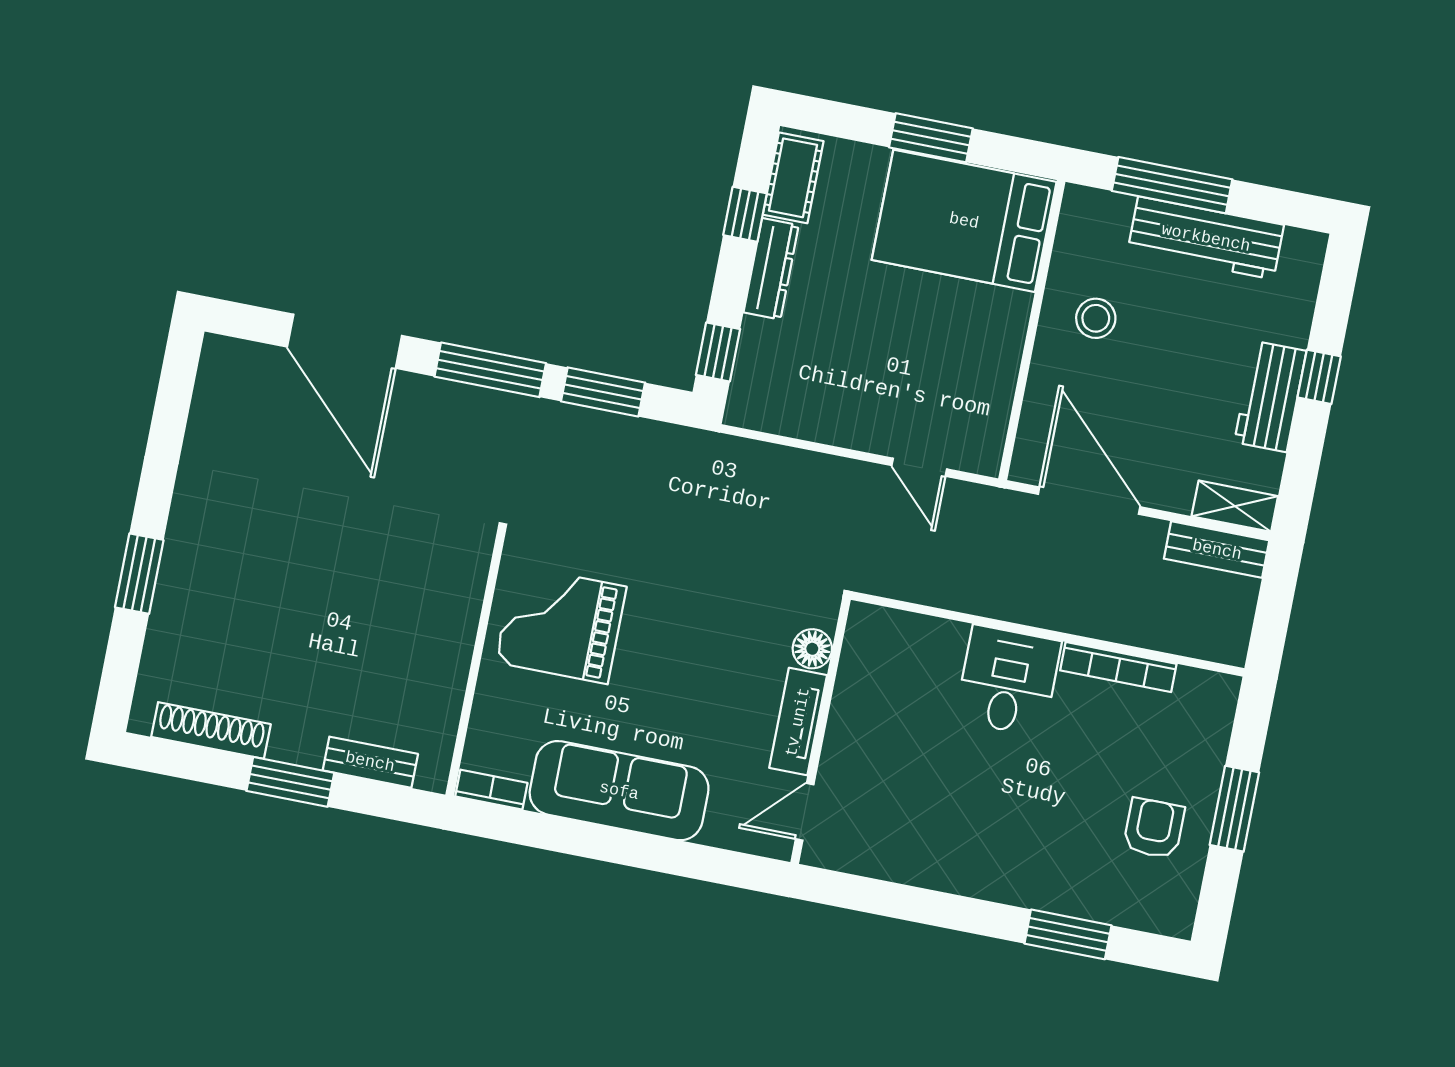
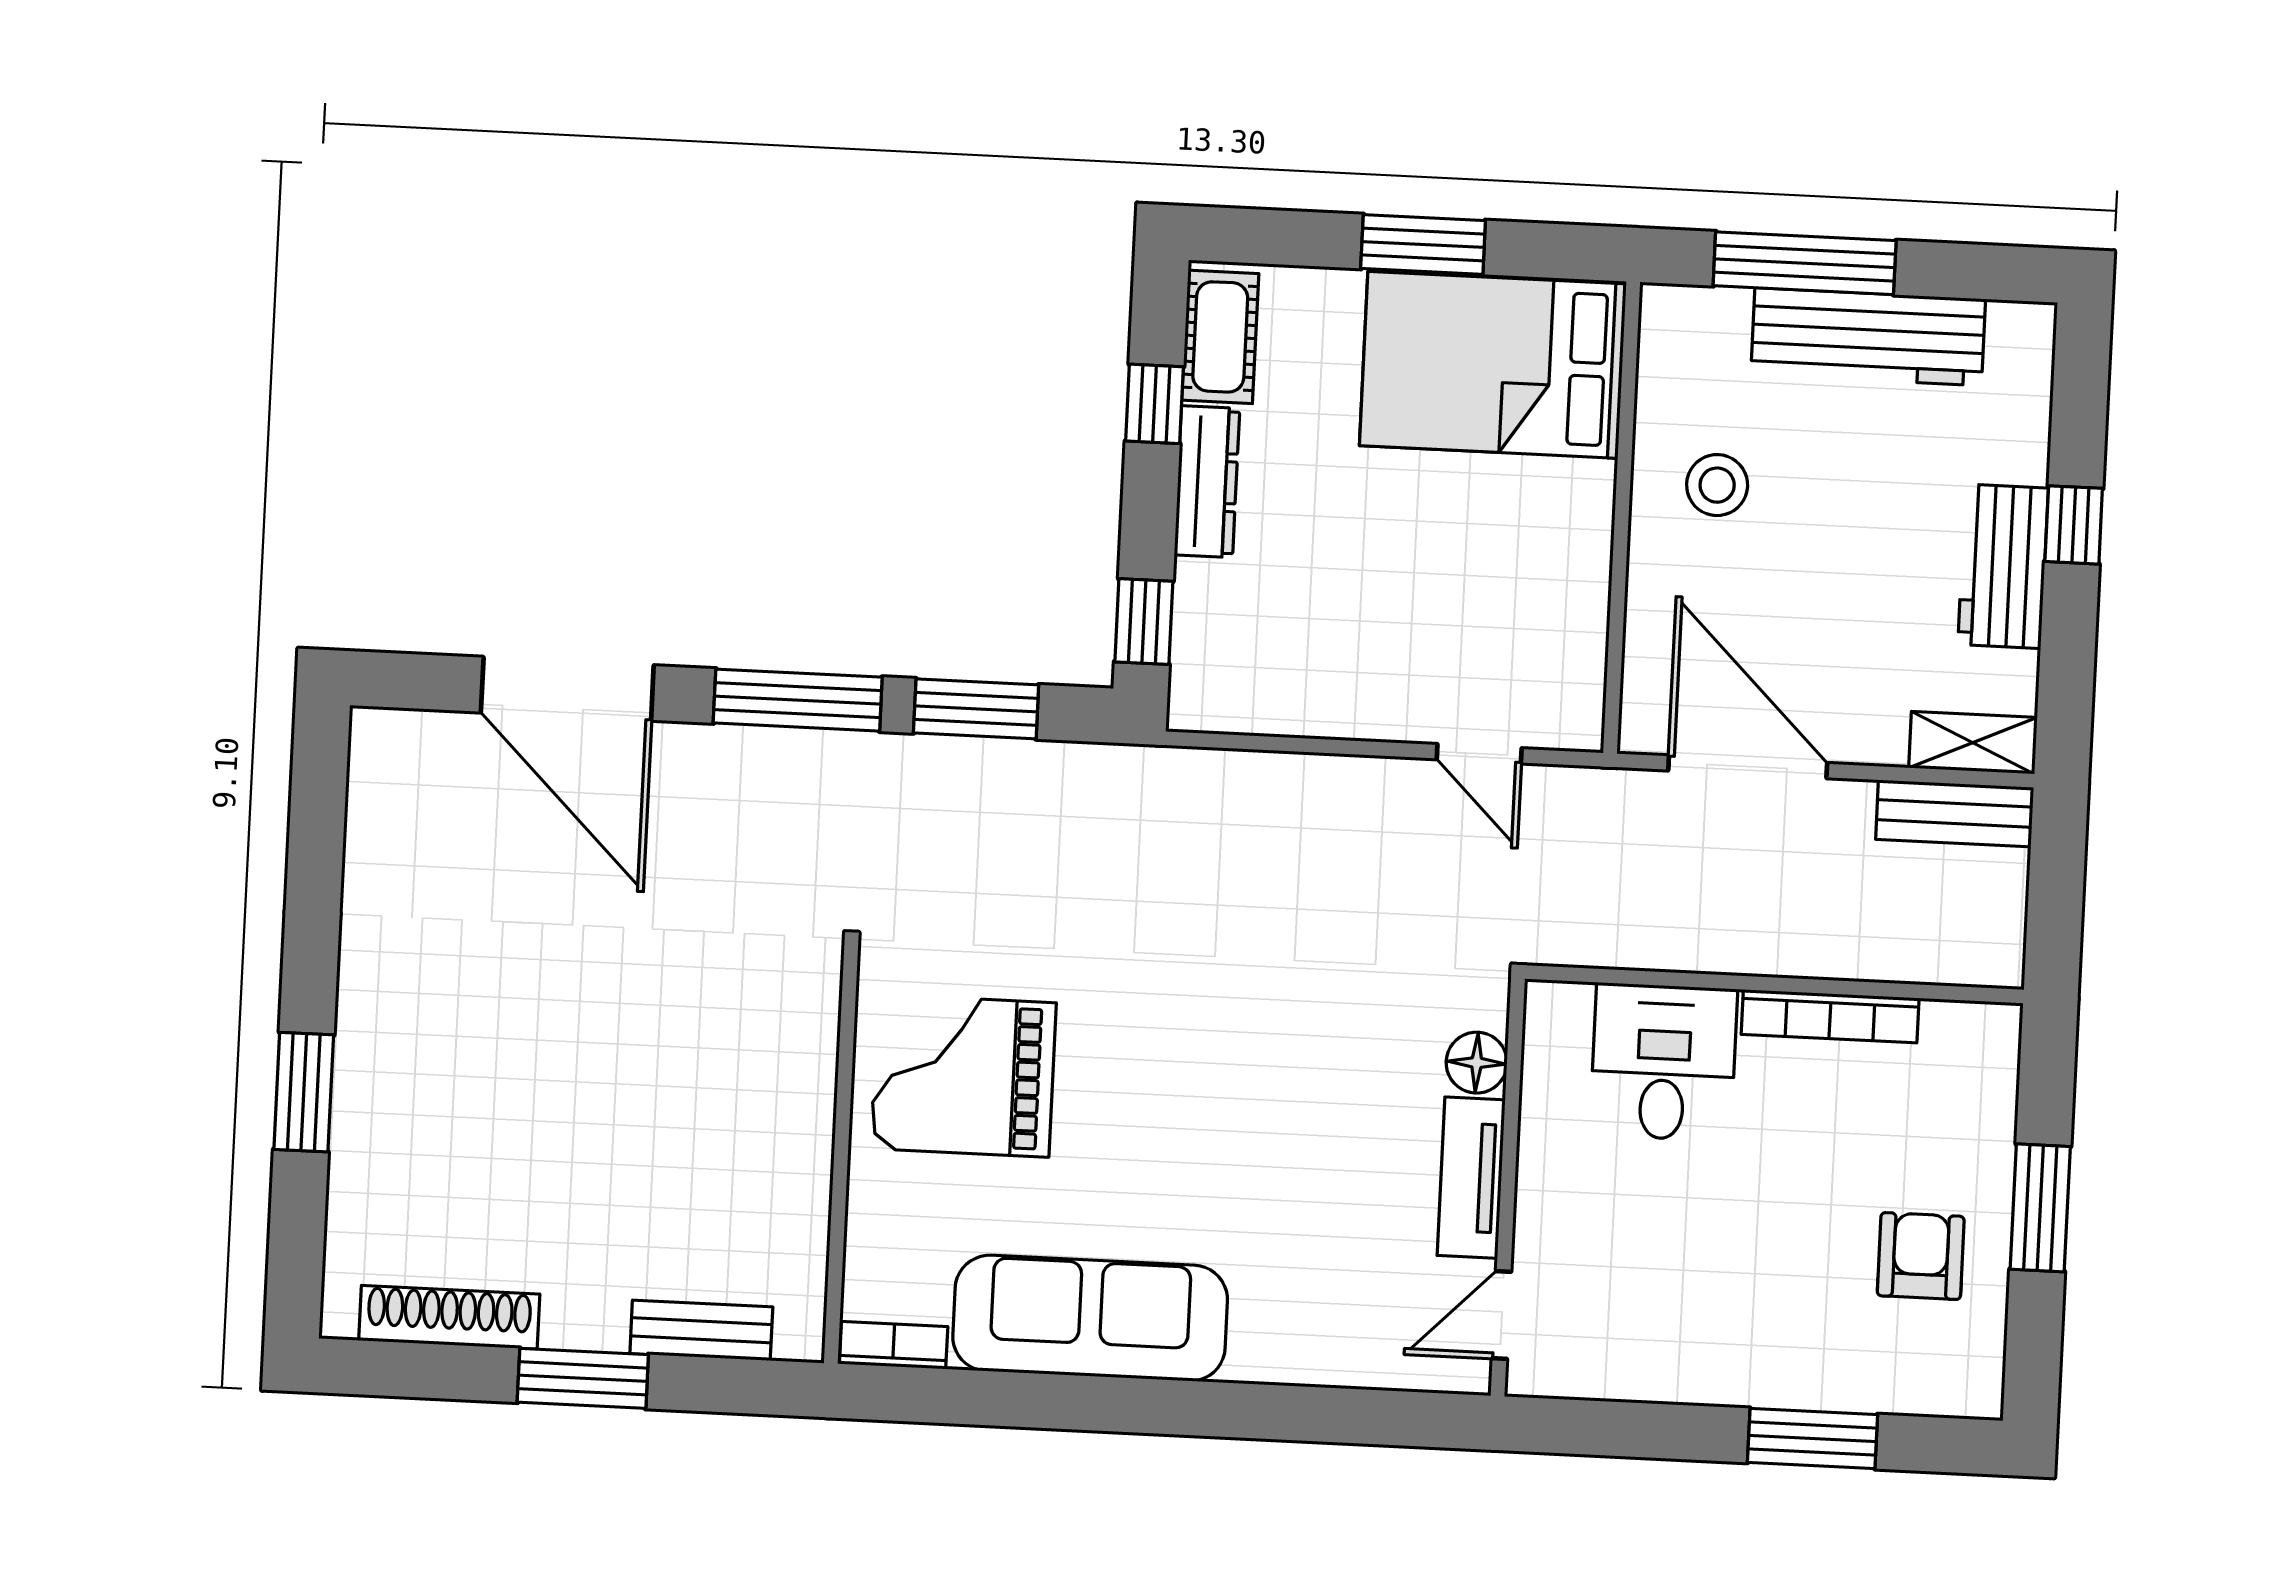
floor lamp: (812, 649) -> (1477, 1063), moved
tv unit: (798, 722) -> (1471, 1178), moved
wall: (821, 731) -> (1508, 1187), moved
door: (805, 812) -> (1502, 1315), moved

